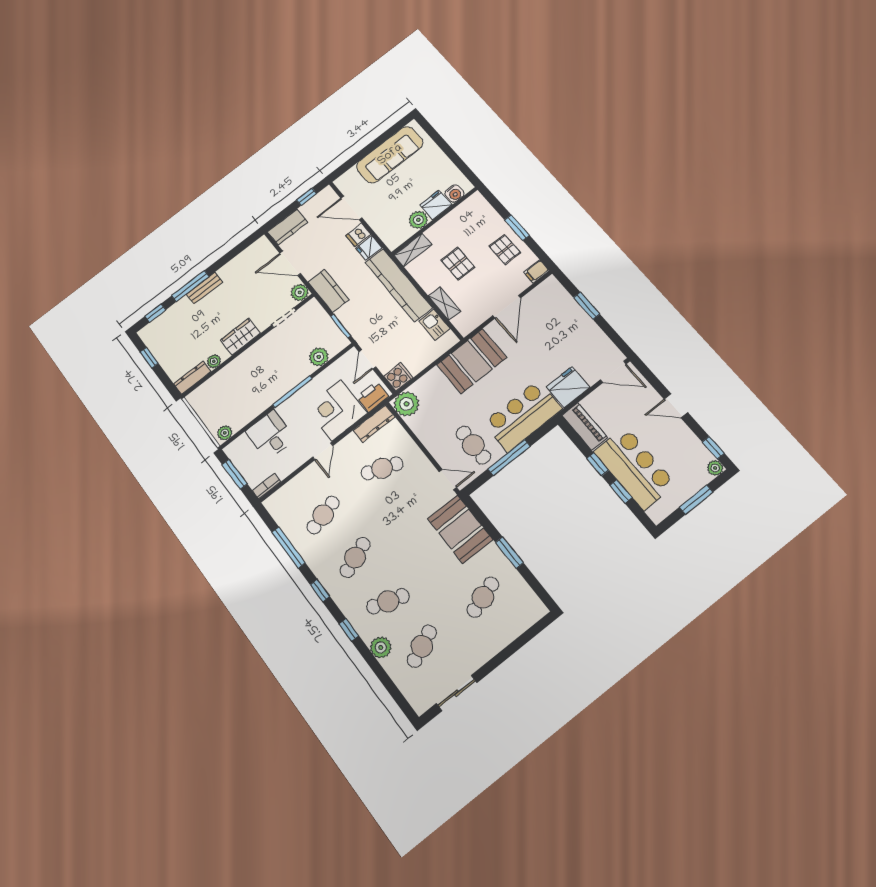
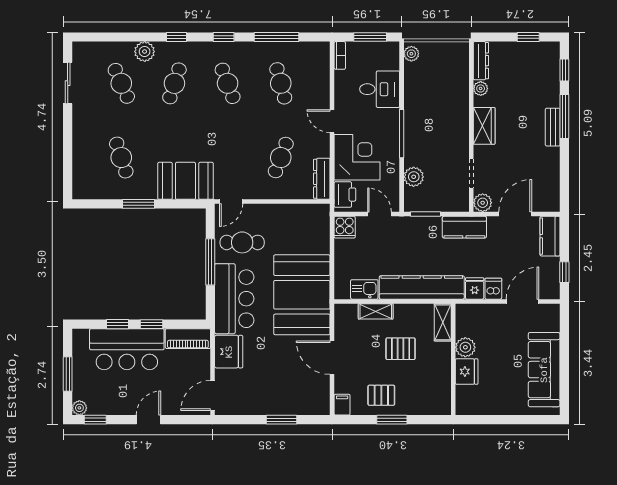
water cooler: (454, 193) -> (464, 394), removed
booth: (472, 361) -> (302, 295), width x1.36, depth x1.42
plant: (406, 404) -> (317, 217), removed

